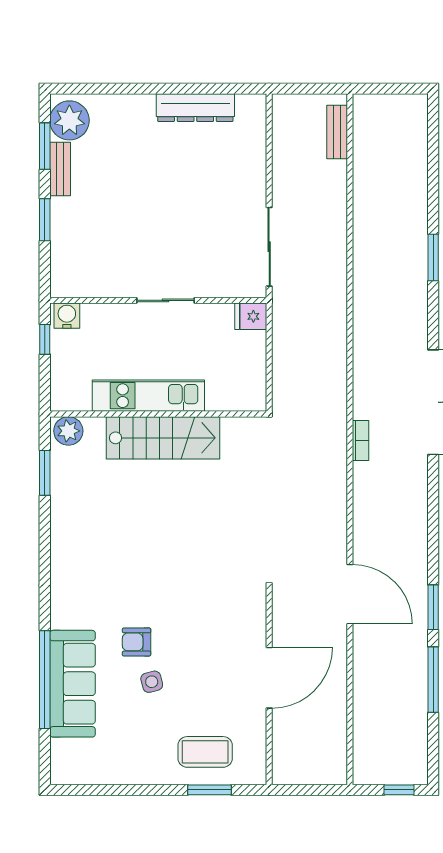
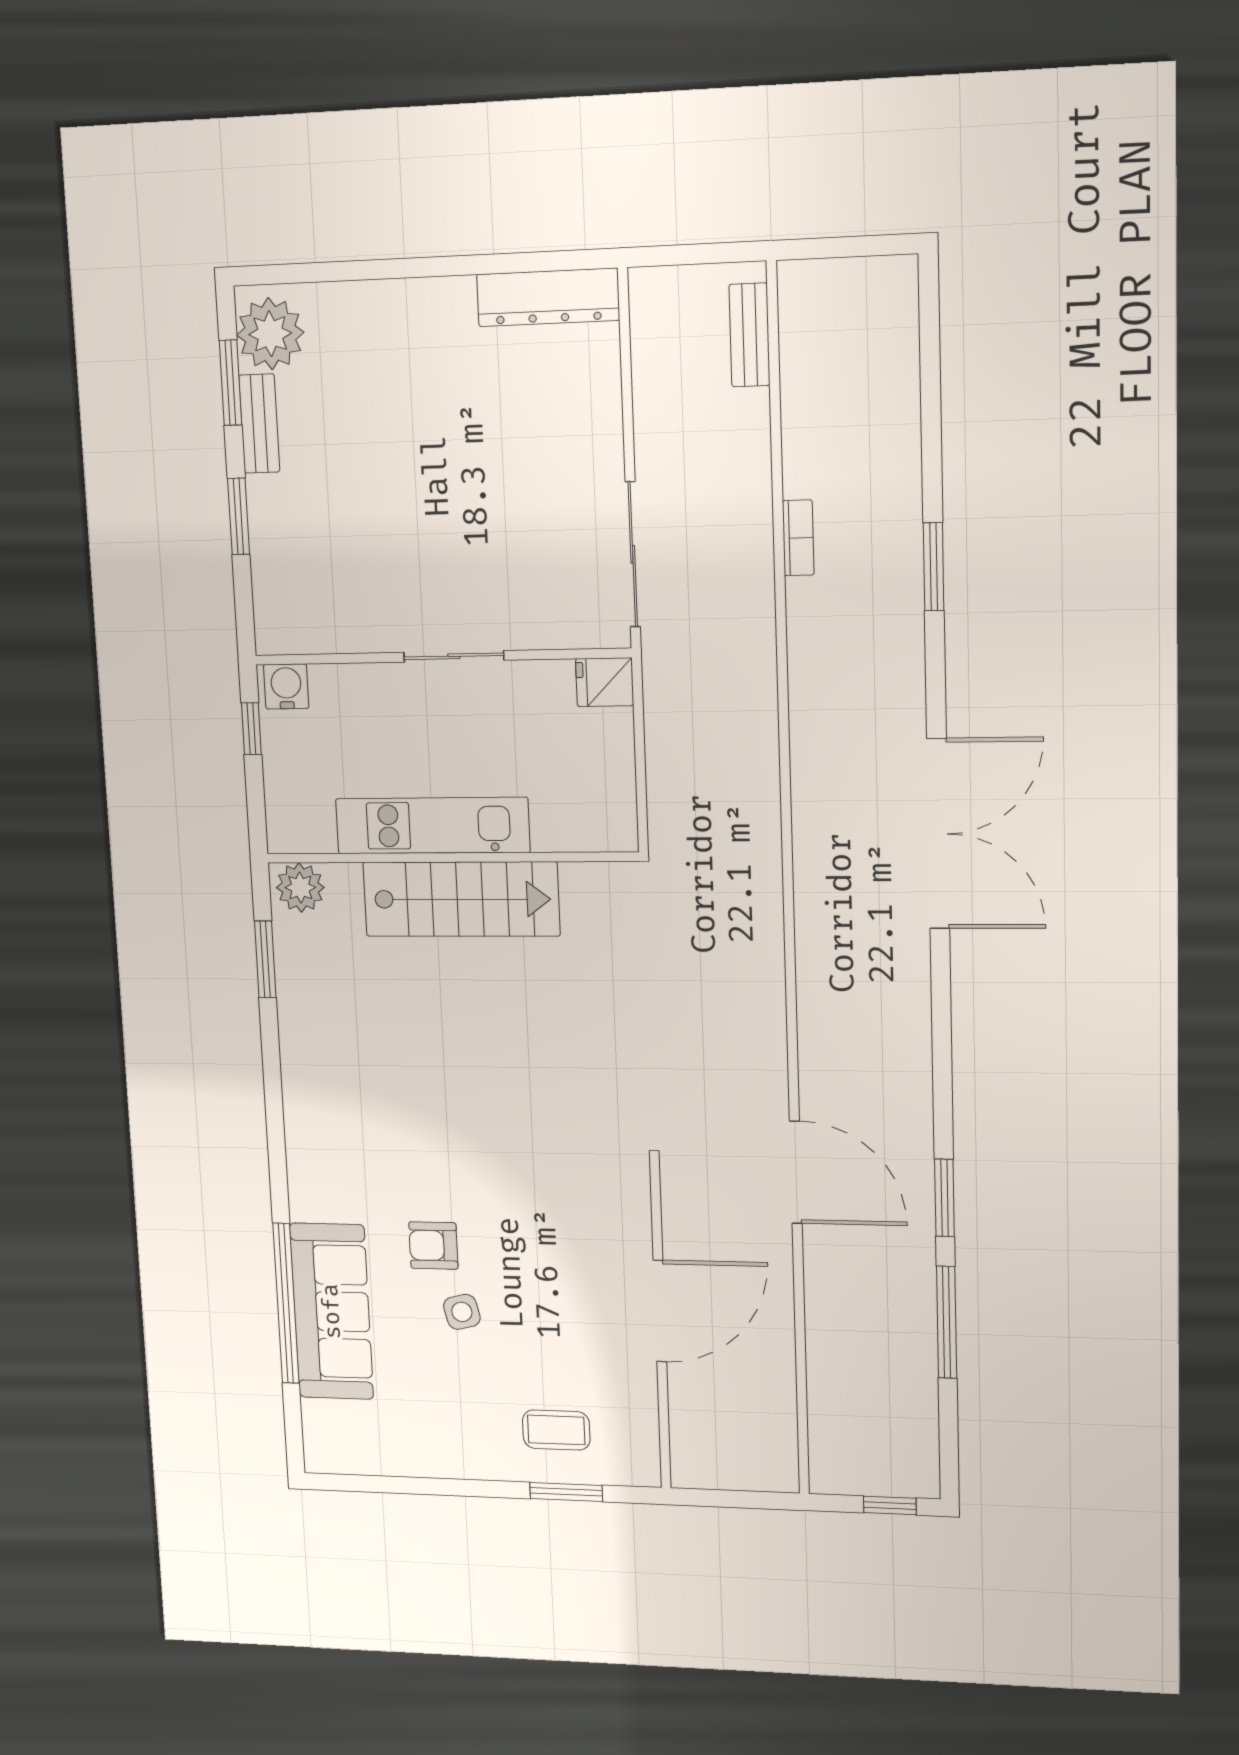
dresser: (195, 108) -> (548, 297), moved
bookcase: (361, 440) -> (798, 538), moved
coffee table: (205, 752) -> (556, 1430), width x0.73, depth x0.77

